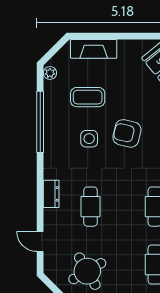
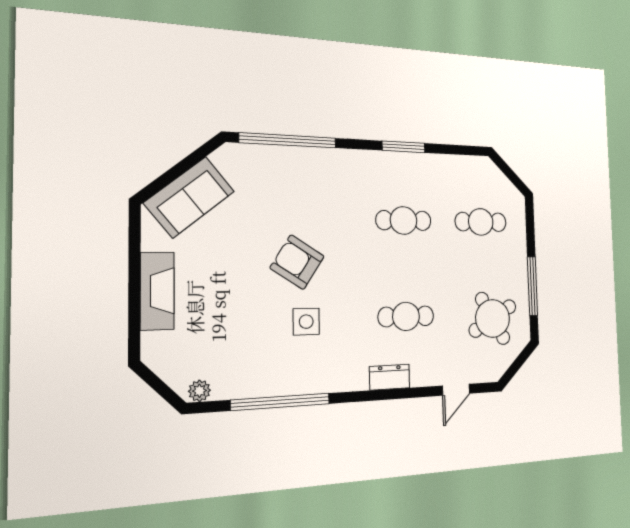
fireplace: (94, 49) -> (157, 291), moved
coffee table: (88, 97) -> (240, 326), removed
armchair: (127, 133) -> (297, 262), turned 110

